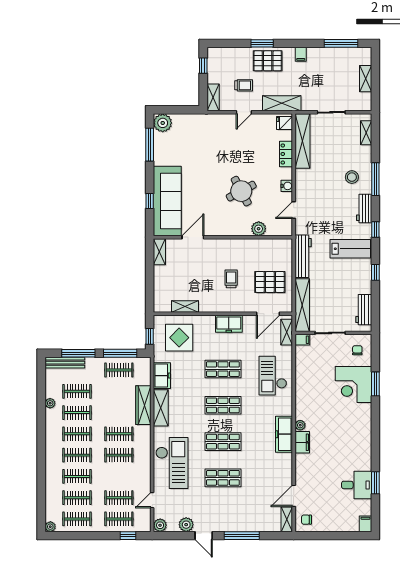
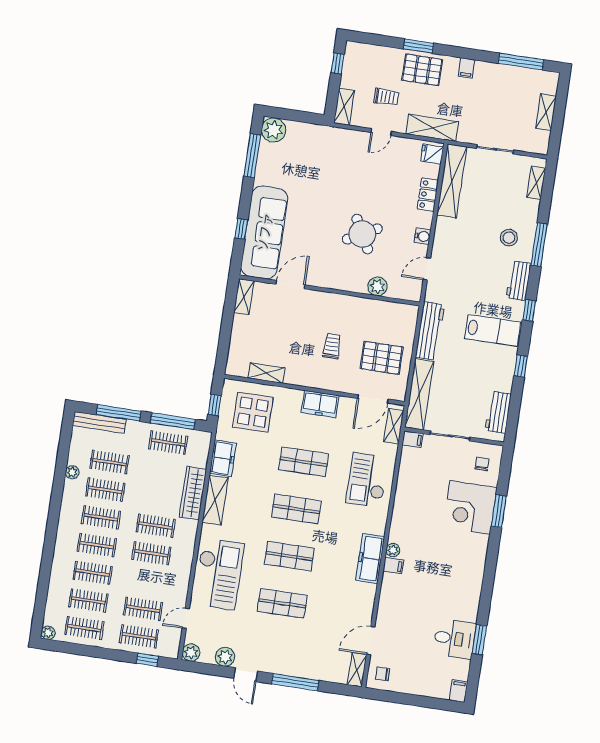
filing cabinet: (302, 442) -> (393, 566), width x0.50

